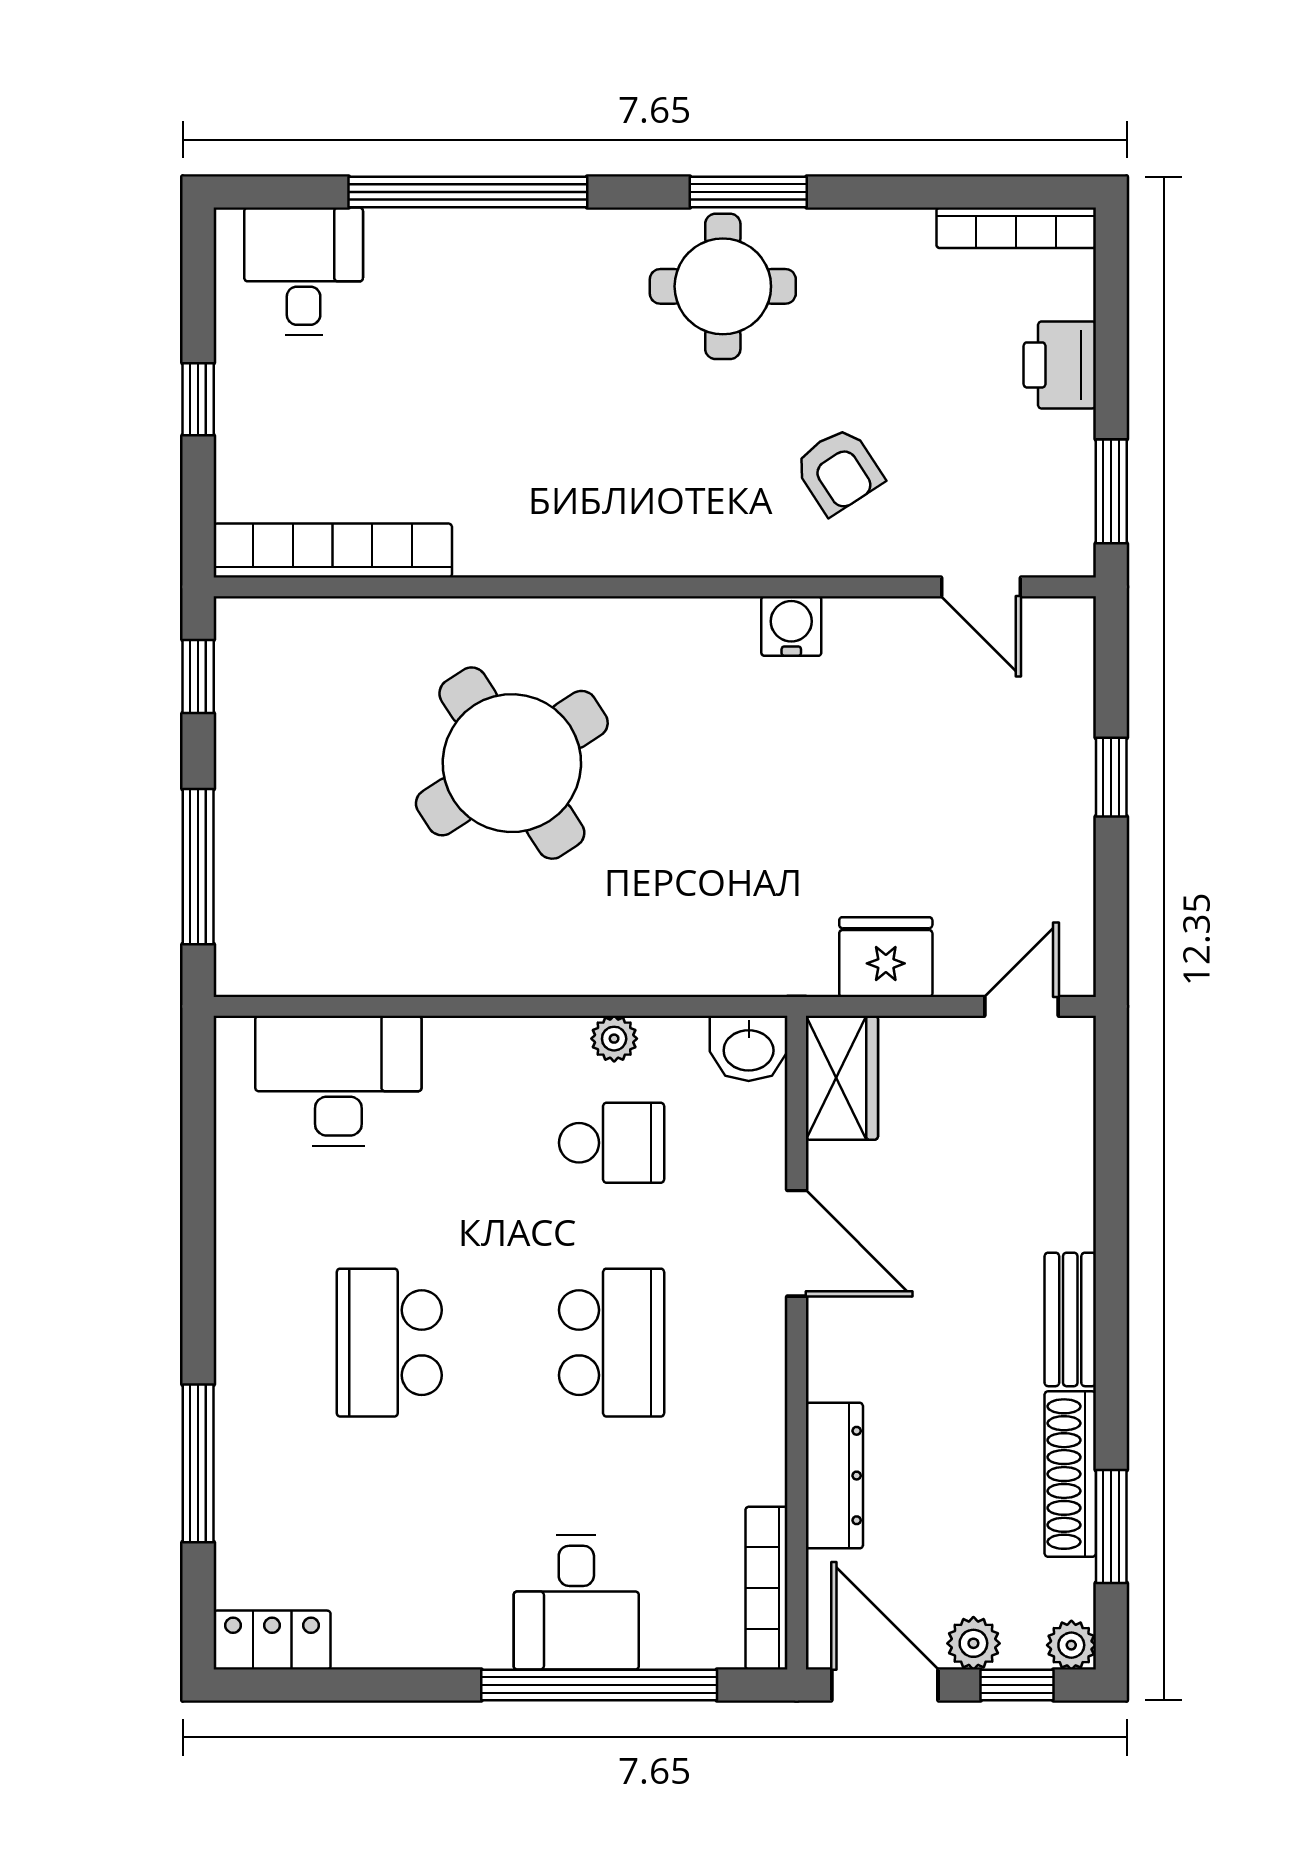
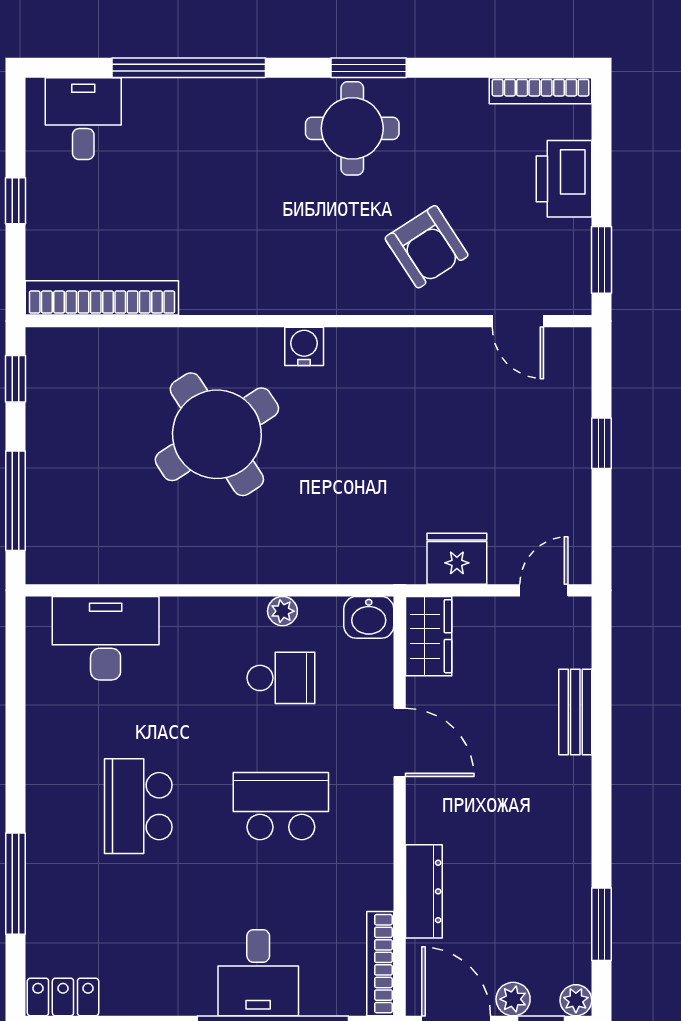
printer: (1060, 365) -> (564, 179), width x1.37, depth x1.19
armchair: (839, 471) -> (427, 247), width x1.38, depth x1.38
water cooler: (791, 626) -> (304, 346), moved
bench: (1070, 1319) -> (575, 712), moved
school desk: (612, 1343) -> (281, 806), turned -90
shoe rack: (1070, 1474) -> (575, 890), removed

